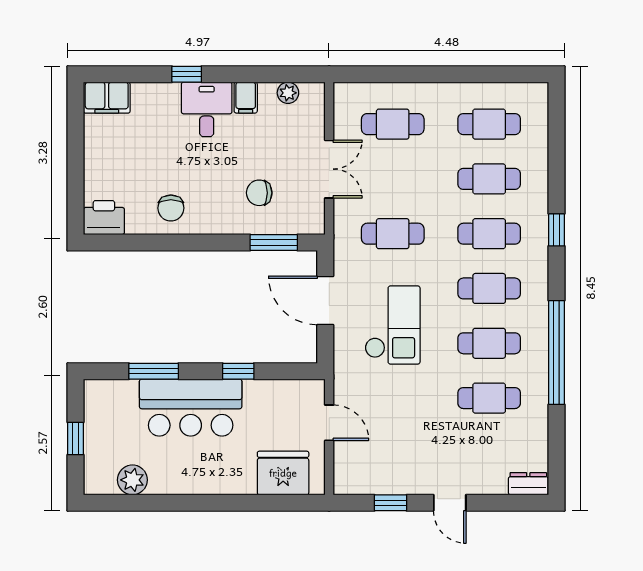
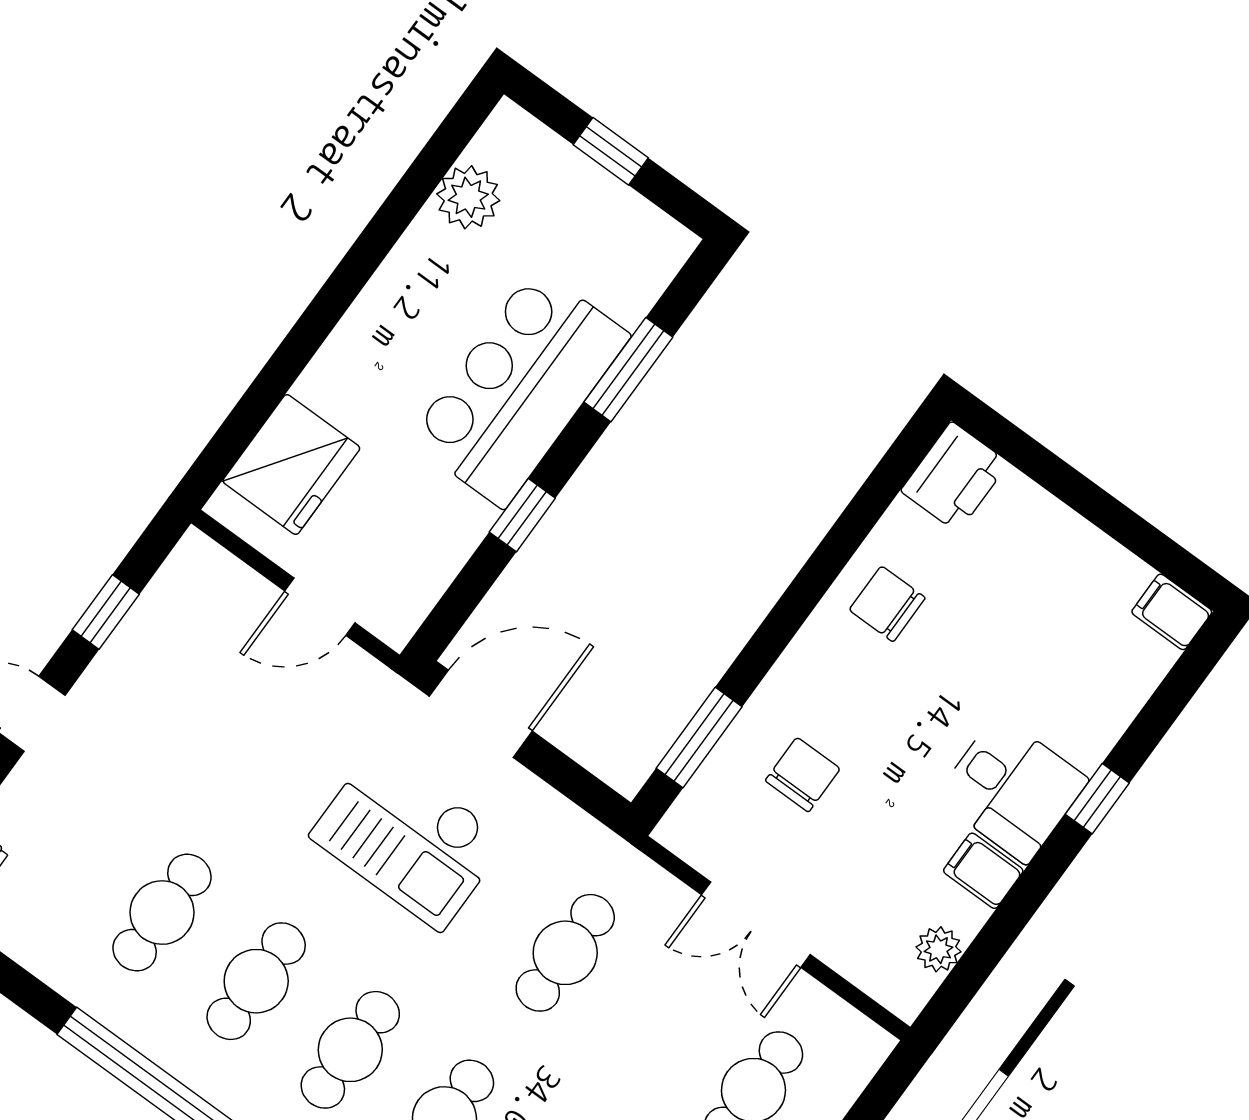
filing cabinet: (107, 98) -> (1172, 612), width x0.50
door: (325, 300) -> (481, 714), moved

